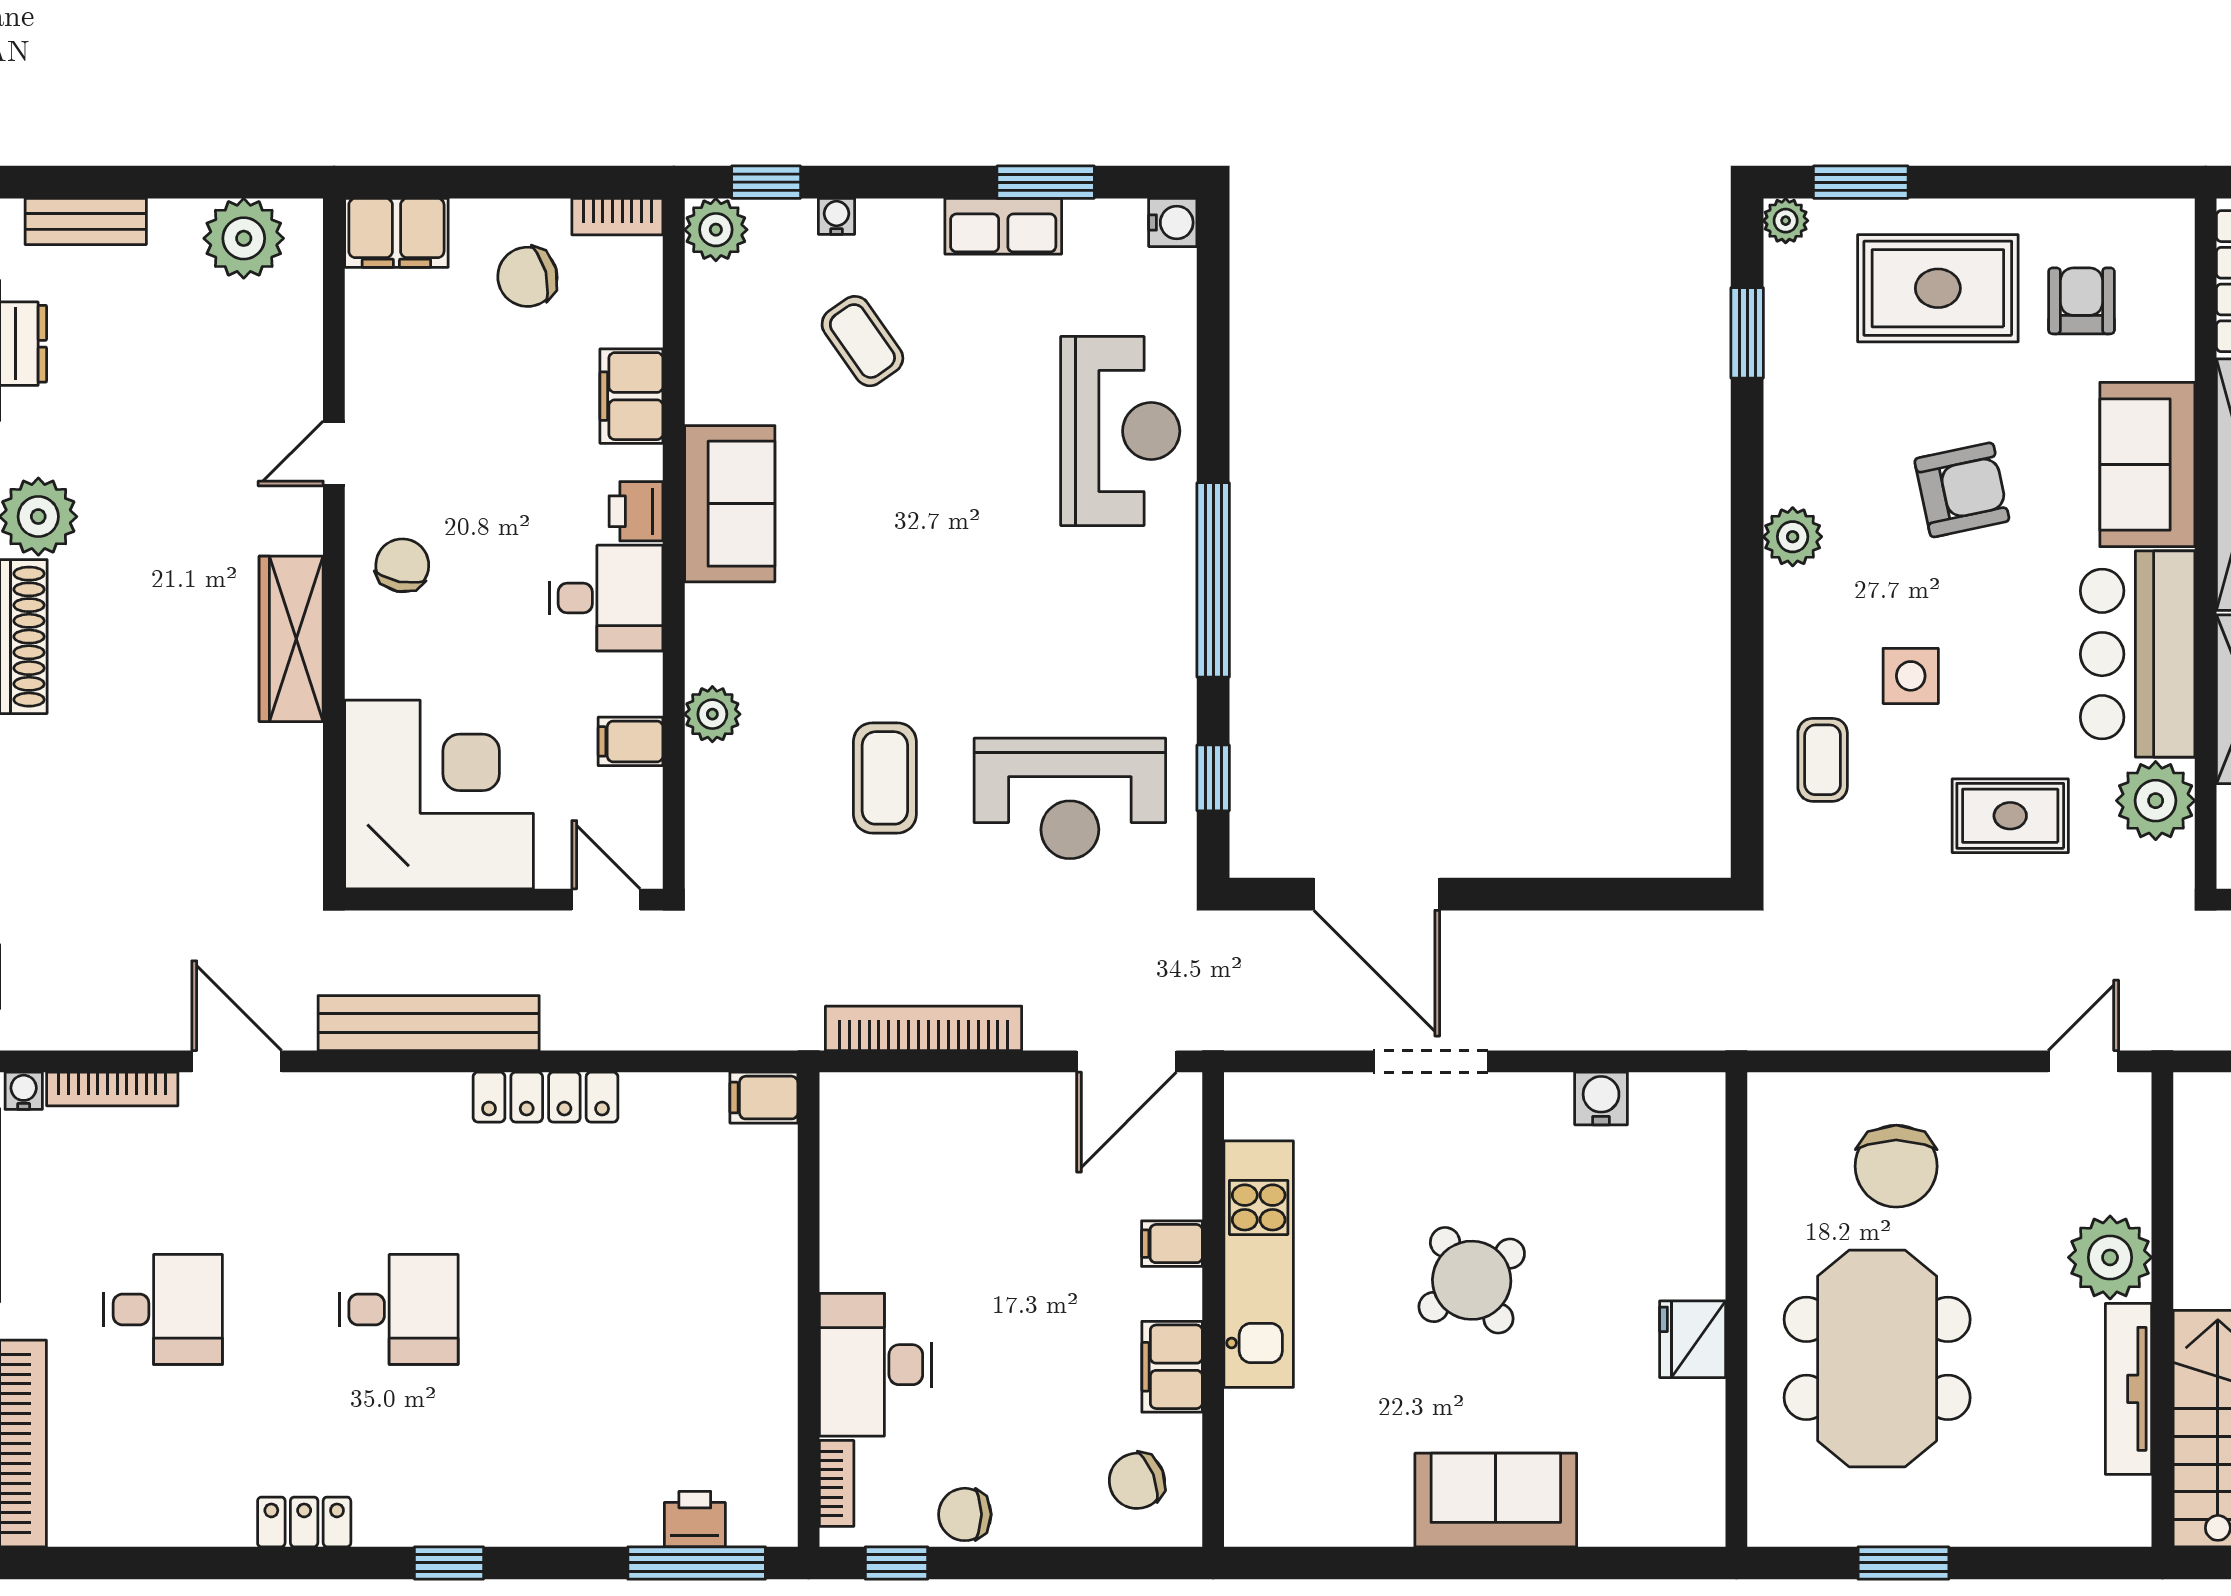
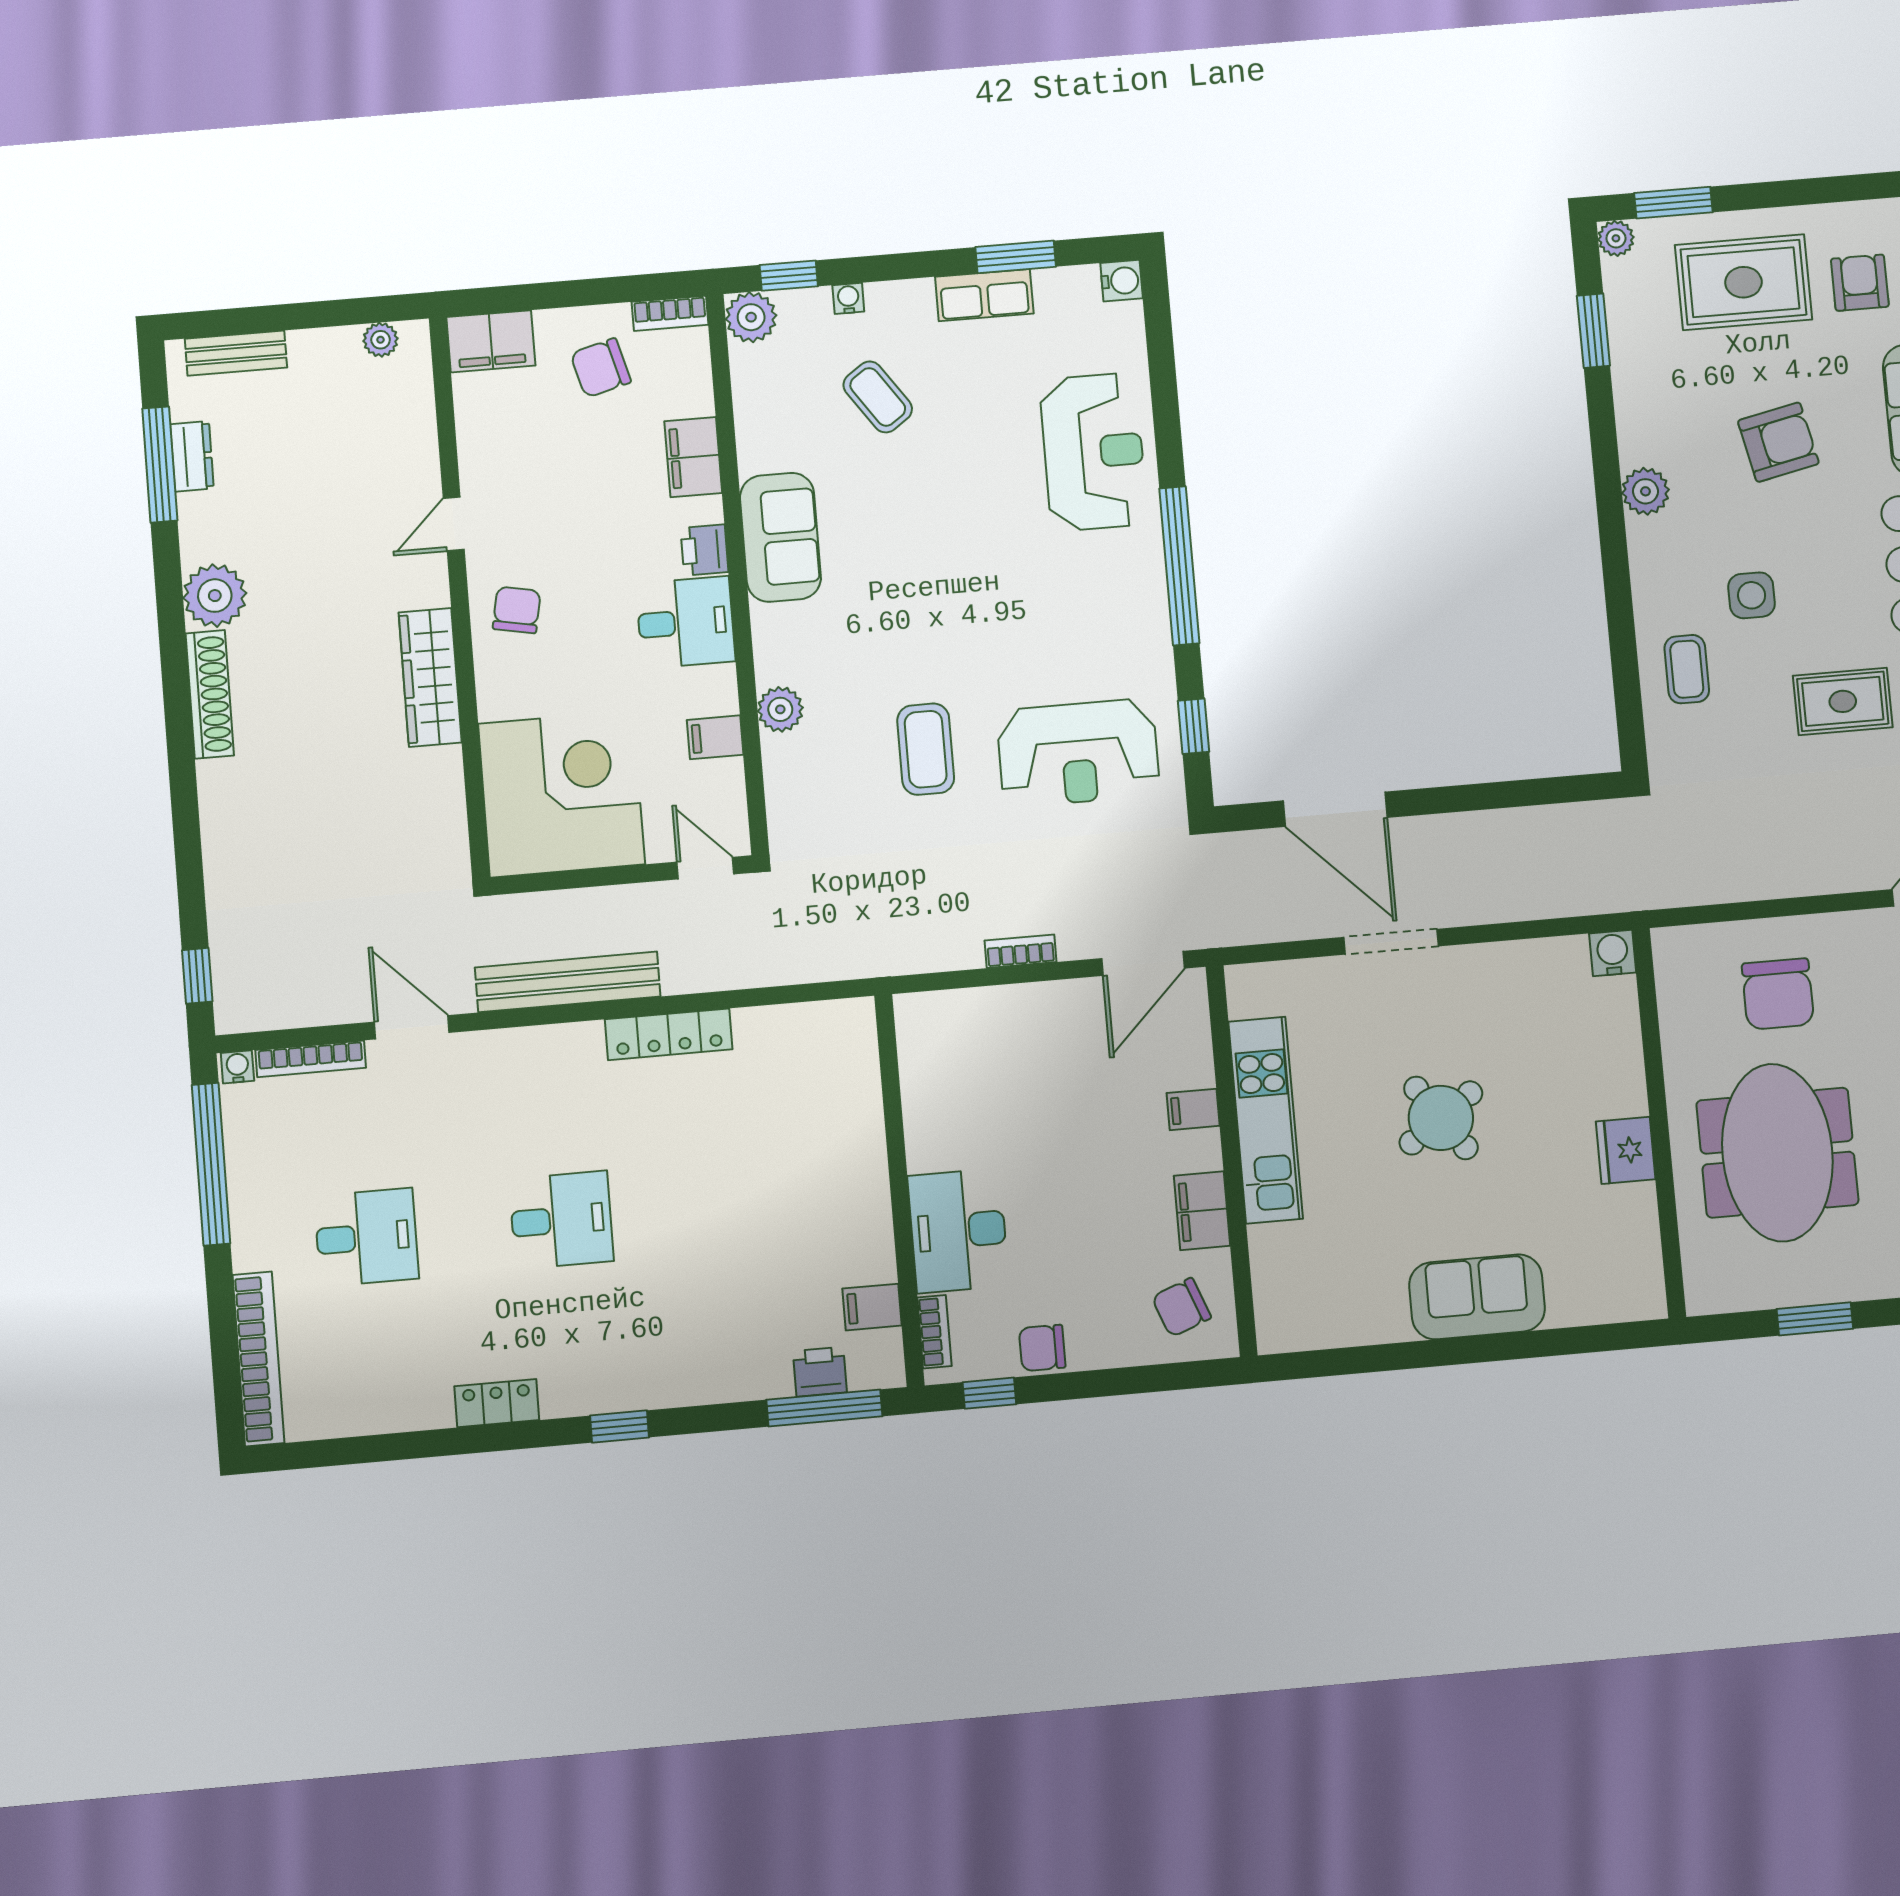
plant: (244, 238) -> (381, 340), width x0.53, depth x0.53
bookcase: (924, 1028) -> (1020, 951), width x0.43, depth x0.76
filing cabinet: (764, 1098) -> (872, 1307), moved
water cooler: (1601, 1099) -> (1613, 953), moved

